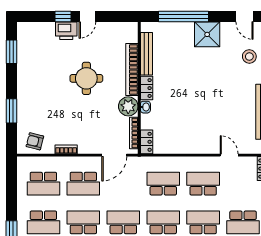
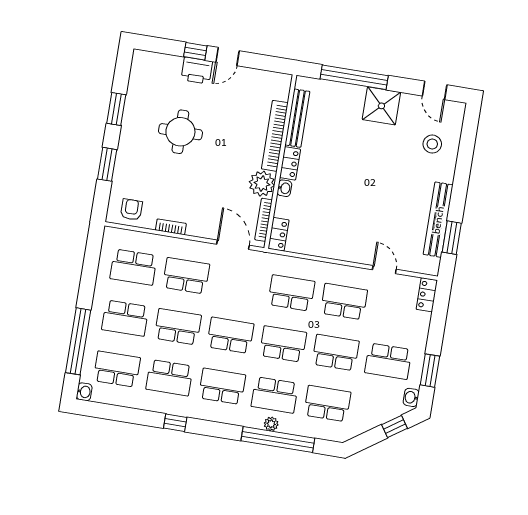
window: (11, 52) -> (116, 109), moved
round table: (86, 78) -> (180, 132), moved
armchair: (35, 141) -> (131, 210), turned 76
door: (114, 155) -> (233, 245), swing flipped
school desk: (83, 184) -> (186, 276), turned 180

